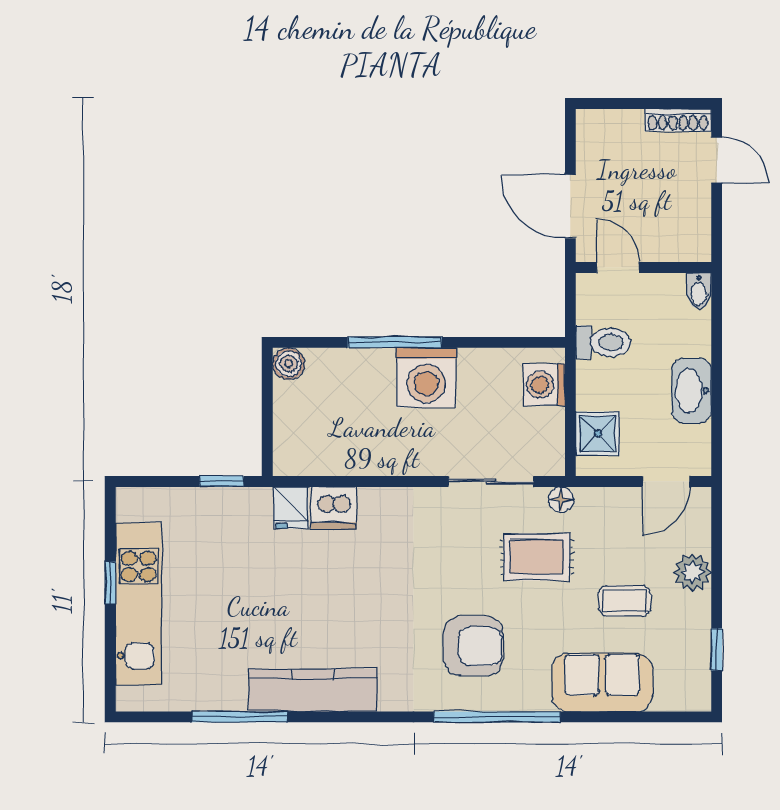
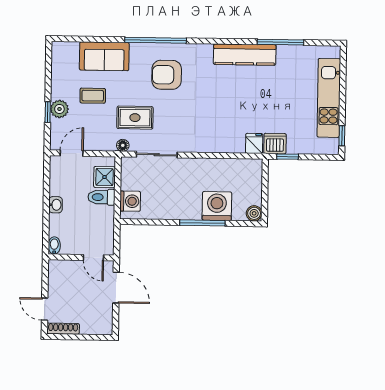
toilet: (603, 342) -> (101, 197), moved
washing machine: (426, 378) -> (217, 206), moved
washbasin: (691, 390) -> (56, 205), width x0.52, depth x0.69
dishwasher: (334, 508) -> (275, 144), moved
window: (110, 583) -> (342, 136), moved
window: (717, 650) -> (48, 112), moved

